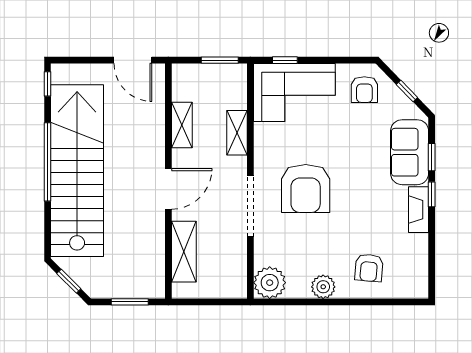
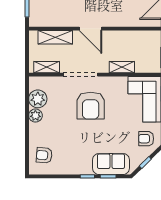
shelving: (182, 125) -> (47, 67), moved
armchair: (306, 188) -> (91, 106), turned -90
fireplace: (419, 210) -> (79, 169), removed
armchair: (369, 268) -> (44, 155), moved
plant: (270, 283) -> (38, 99), moved

